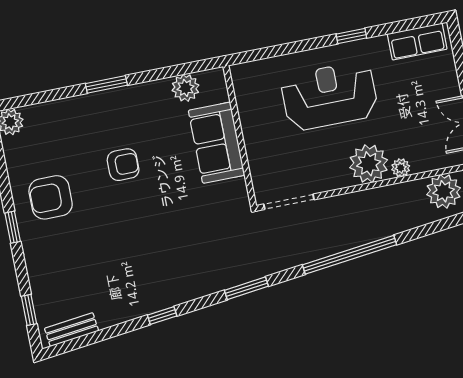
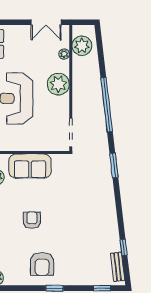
plant: (401, 168) -> (64, 54), moved
window: (162, 316) -> (124, 247), moved

